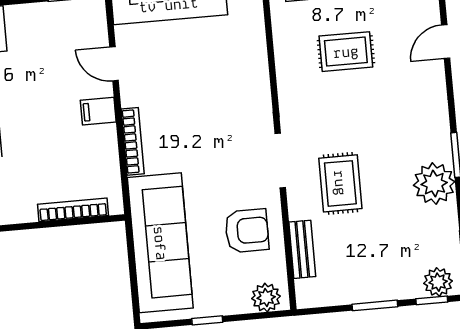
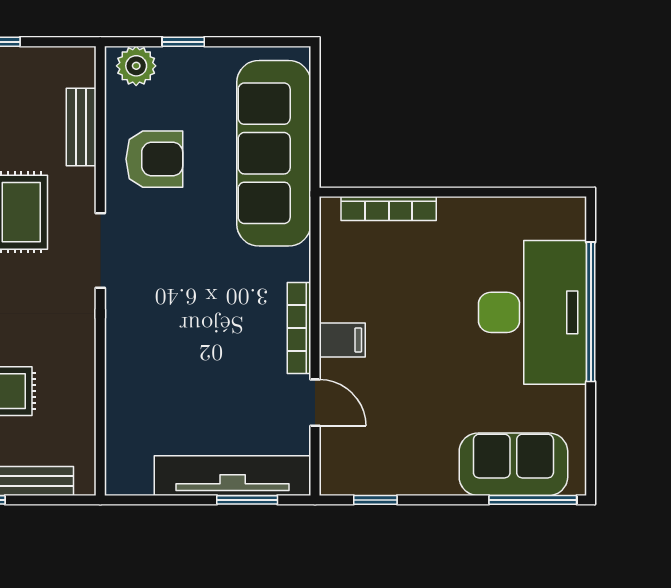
bookcase: (133, 141) -> (299, 328), moved
armchair: (247, 231) -> (154, 159), turned 180
window: (207, 320) -> (183, 42), moved

